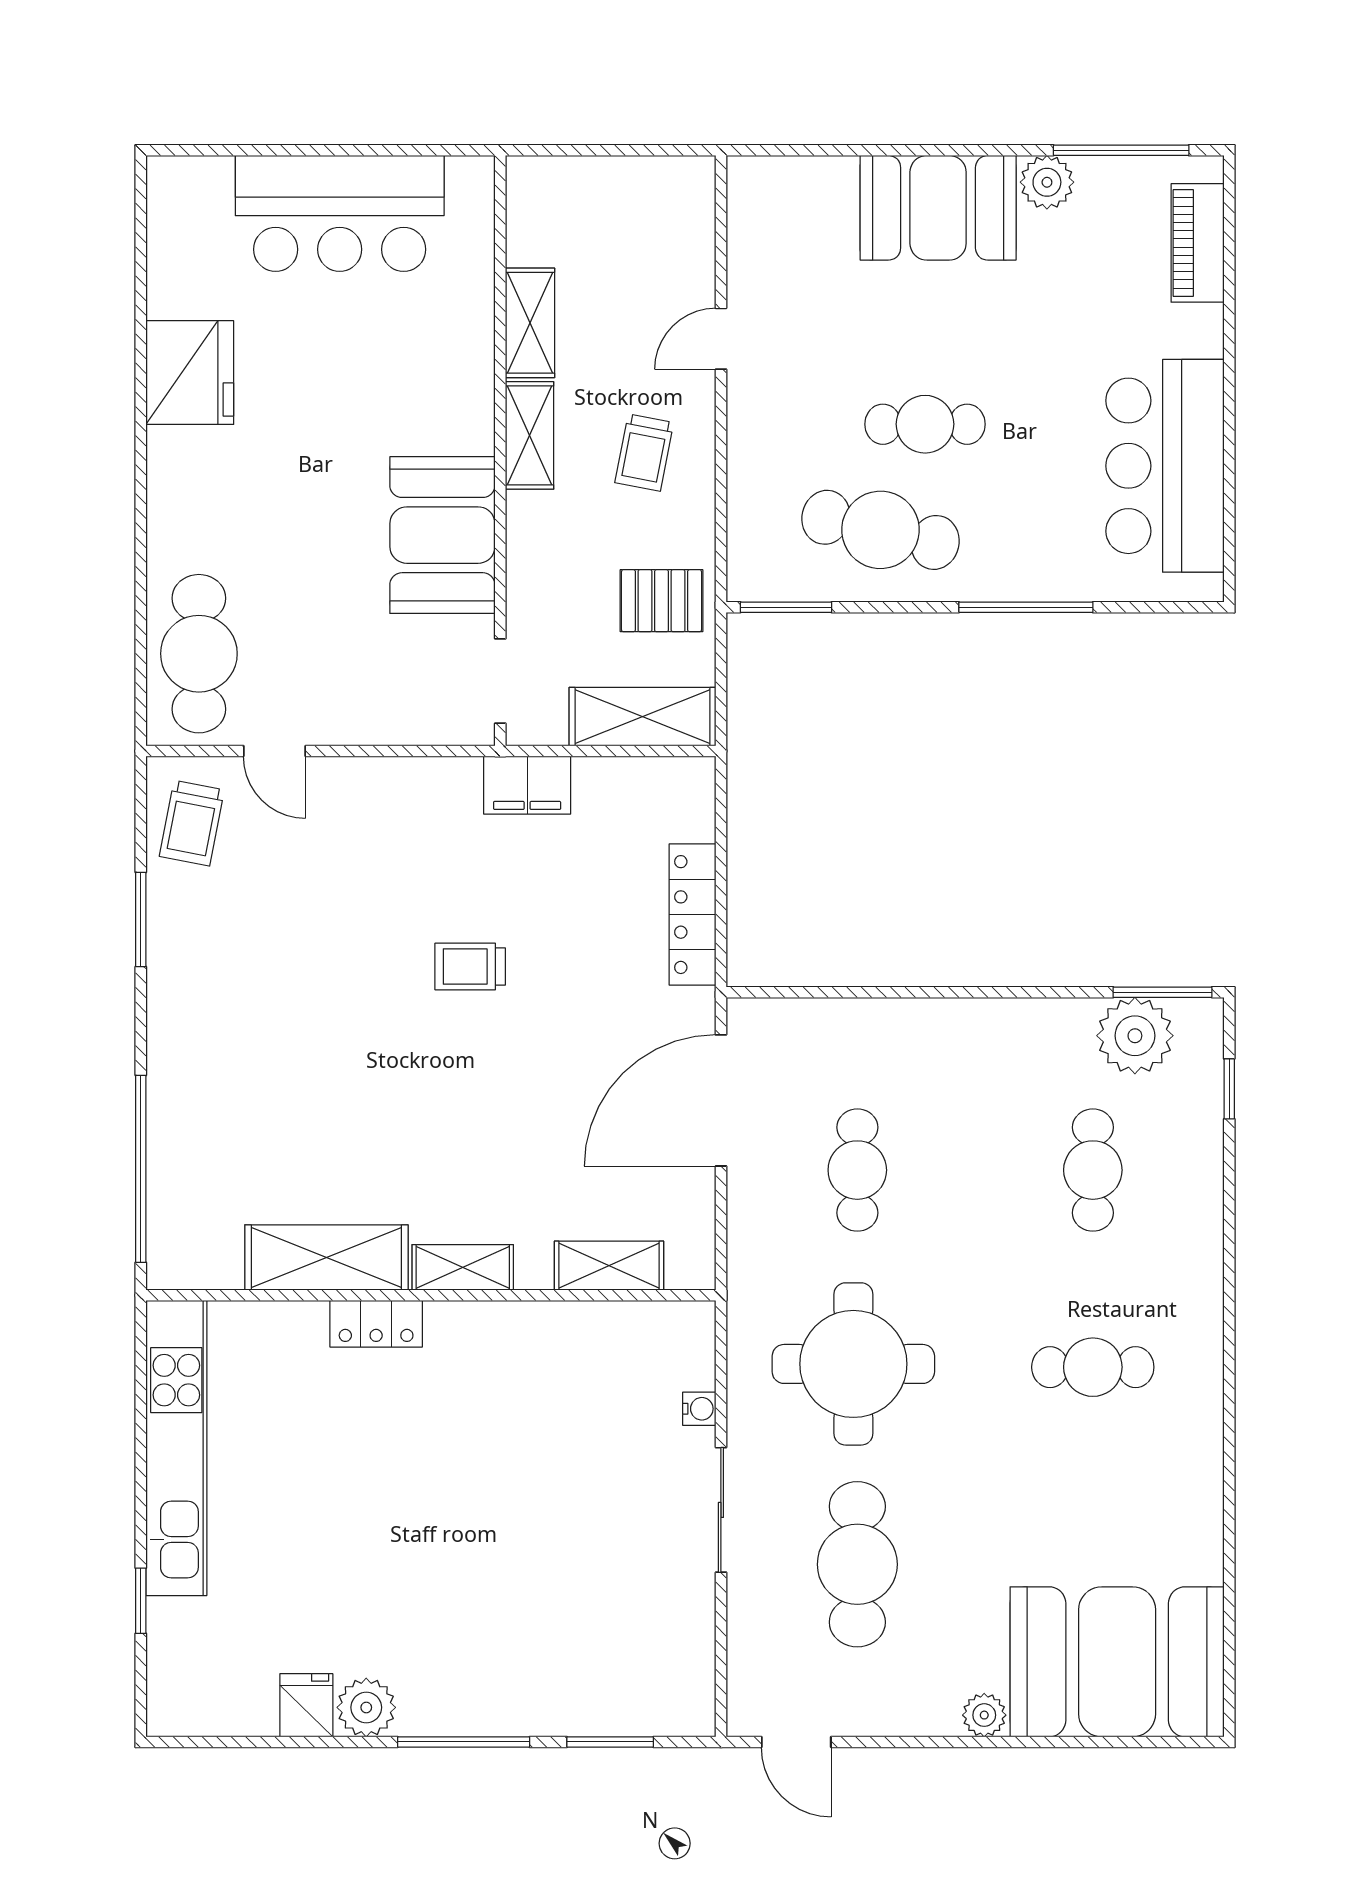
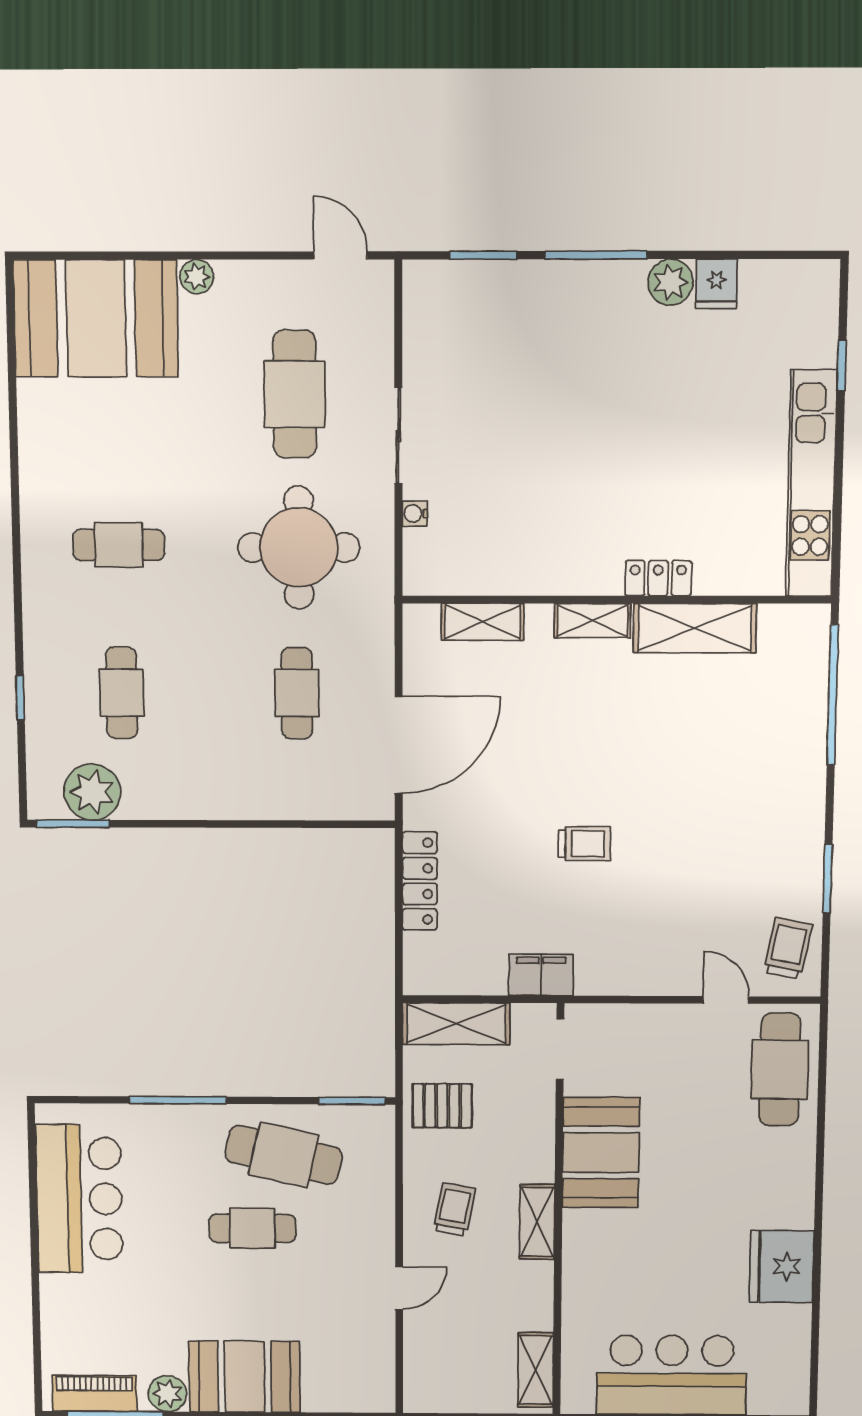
piano: (1198, 243) -> (95, 1393), moved, turned -90
shelving: (530, 323) -> (536, 1370), moved
window: (1229, 1089) -> (20, 698), moved

